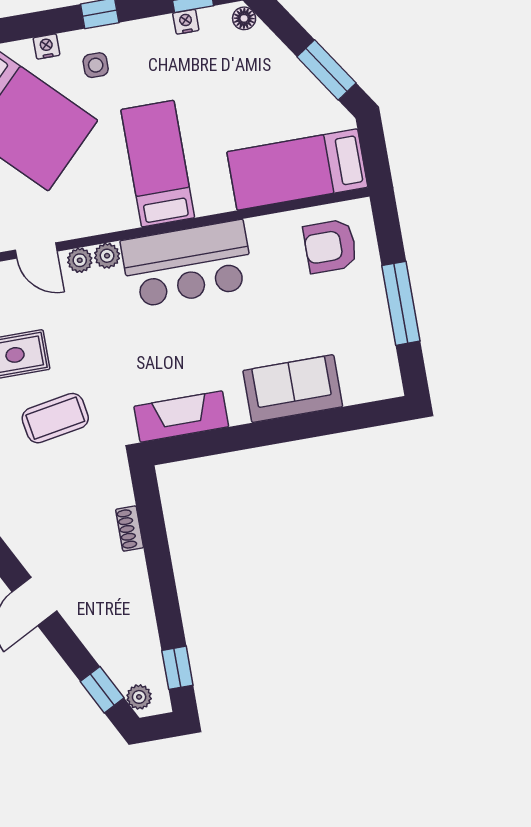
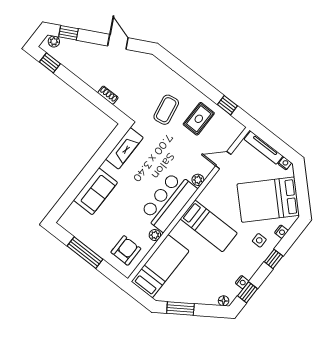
plant: (80, 260) -> (155, 235), moved

